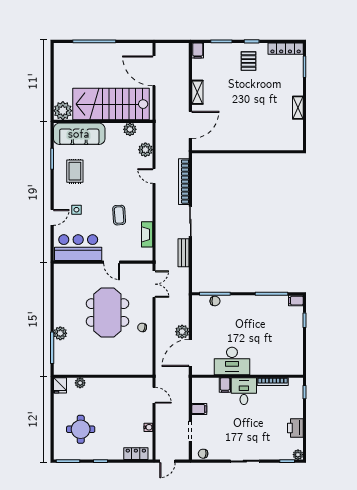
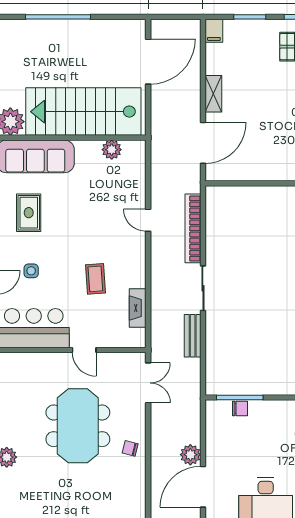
door: (154, 71) -> (148, 62), swing flipped
plant: (145, 150) -> (135, 180), removed

